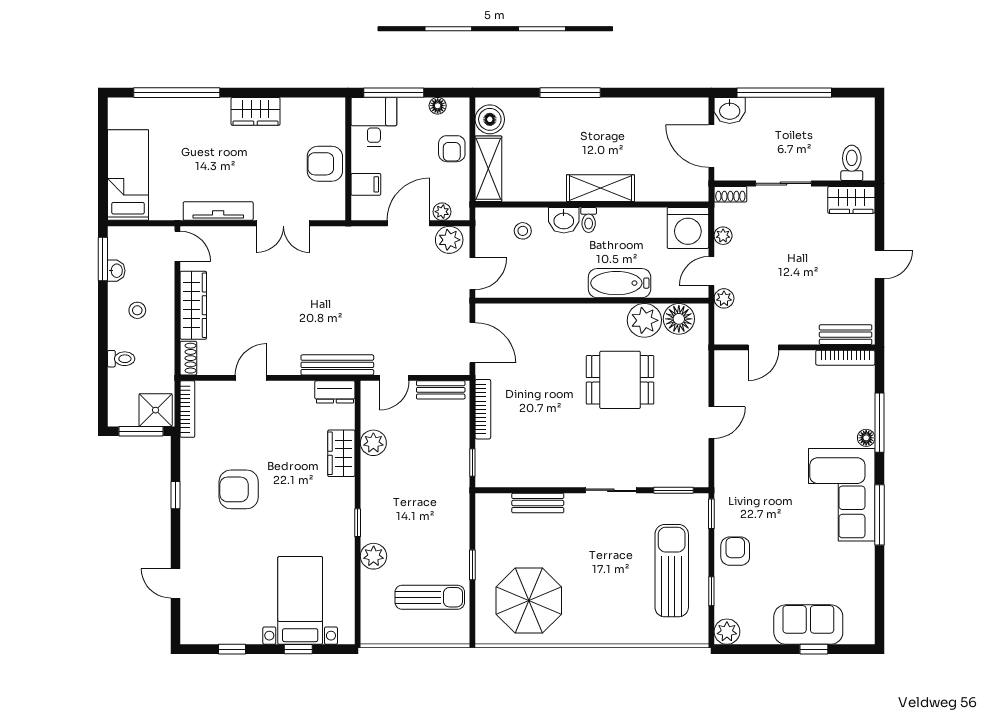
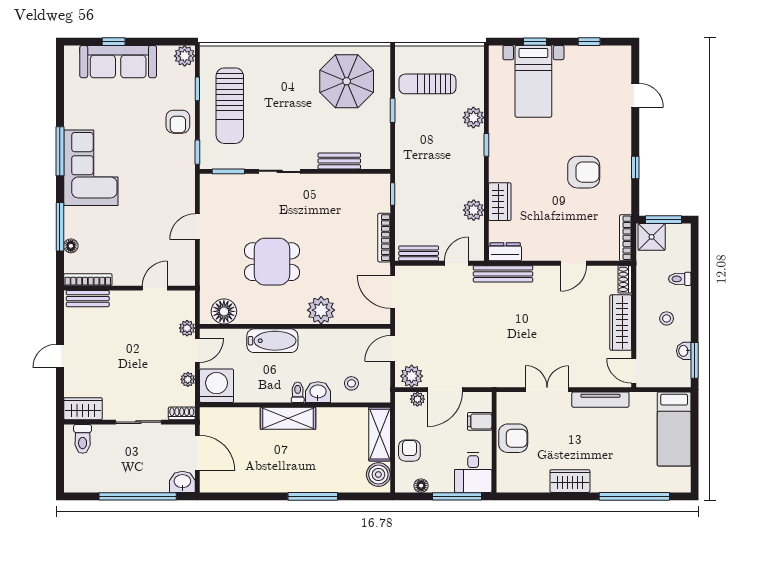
plant: (644, 320) -> (321, 310), moved
floor lamp: (866, 438) -> (71, 246), moved
sofa: (808, 625) -> (118, 62), width x1.36

